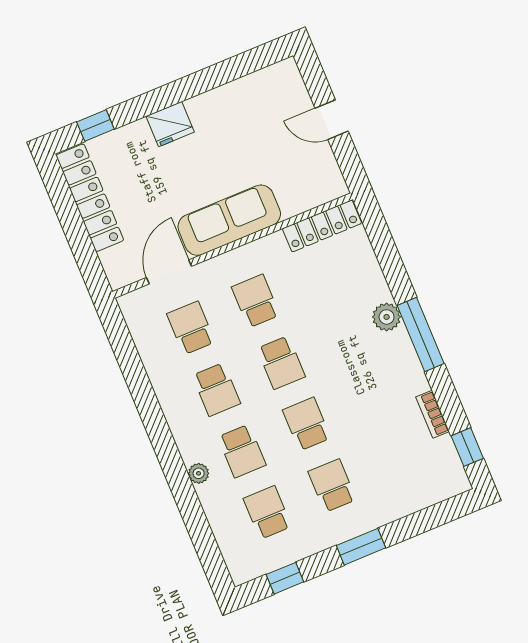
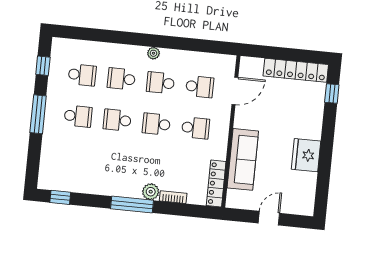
fridge: (170, 124) -> (306, 155), moved, width x1.36, depth x1.34
sofa: (229, 220) -> (243, 159), moved
door: (169, 272) -> (235, 91), hinge flipped
bookcase: (432, 414) -> (173, 197), moved
school desk: (307, 424) -> (117, 120), turned 180
plant: (199, 473) -> (154, 53), moved
window: (361, 547) -> (38, 114), width x1.44

